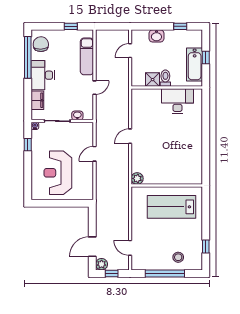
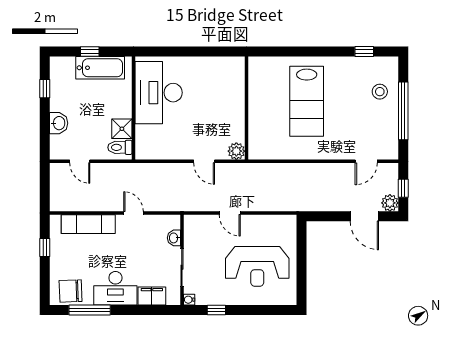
window: (28, 57) -> (90, 310), width x0.68
toilet: (165, 78) -> (120, 147), moved
desk: (177, 101) -> (159, 93), width x1.36, depth x1.30
plant: (137, 178) -> (236, 151), moved
wall: (167, 186) -> (247, 108), moved

